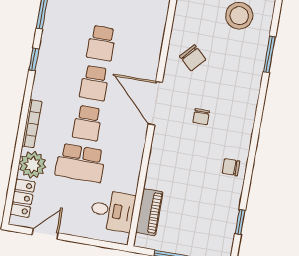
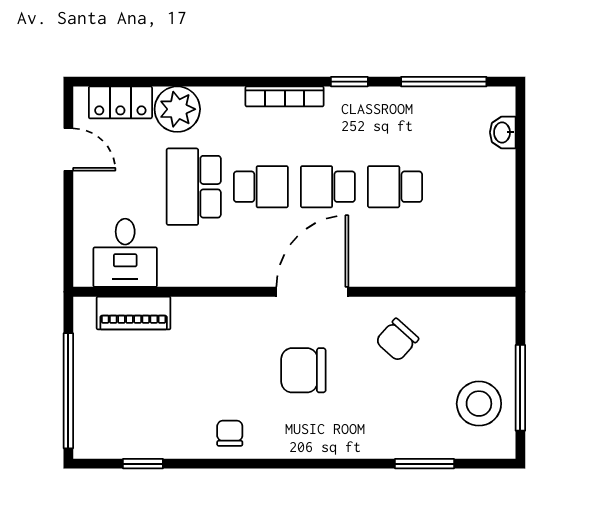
chair: (201, 117) -> (303, 370), width x1.87, depth x1.87
school desk: (87, 123) -> (261, 187), turned 180
bookcase: (32, 124) -> (285, 96), moved

